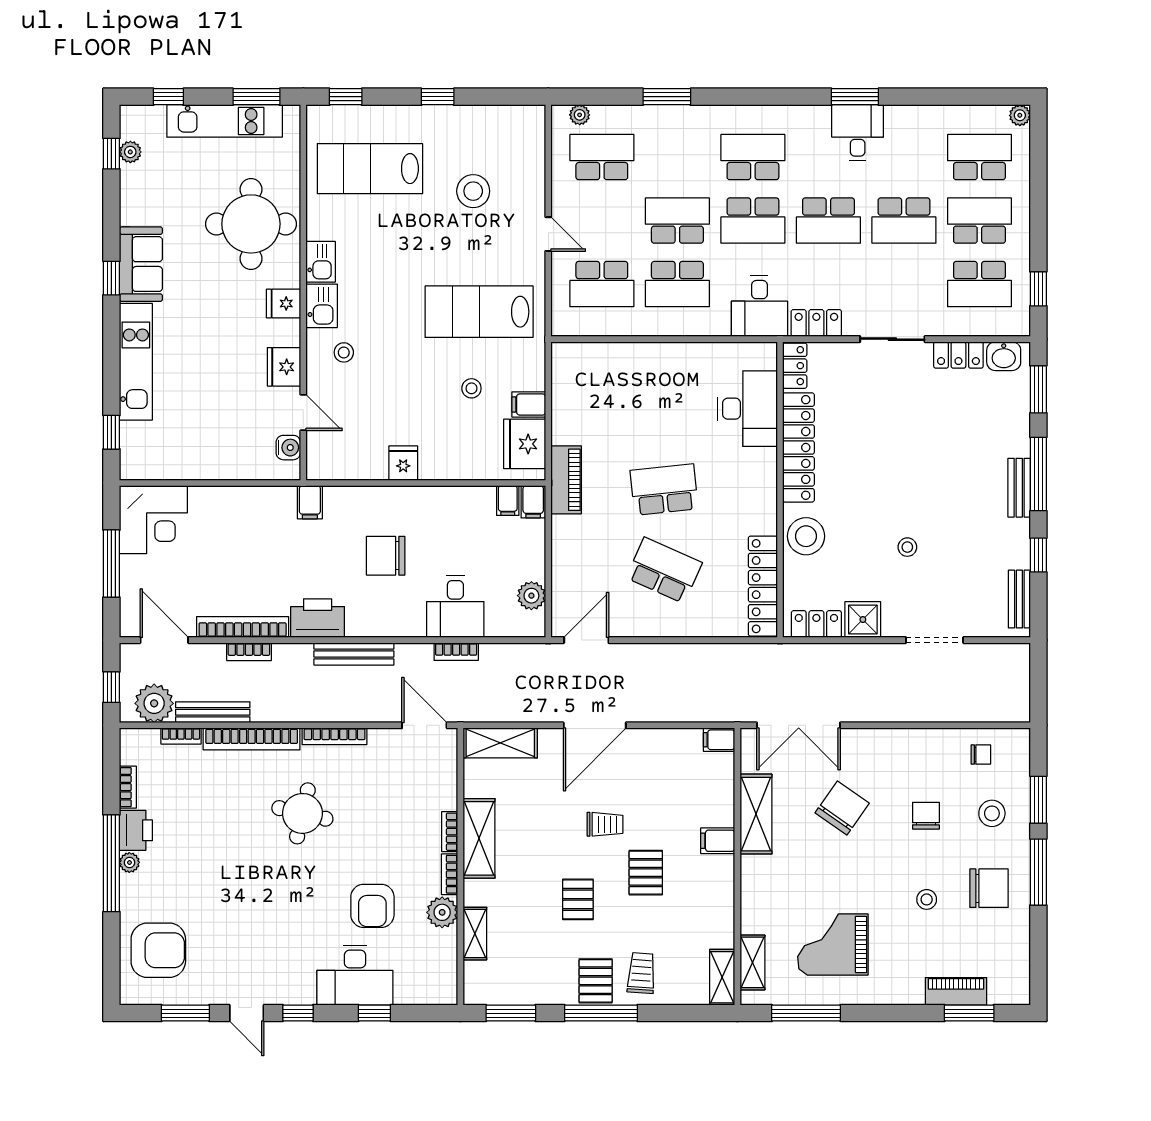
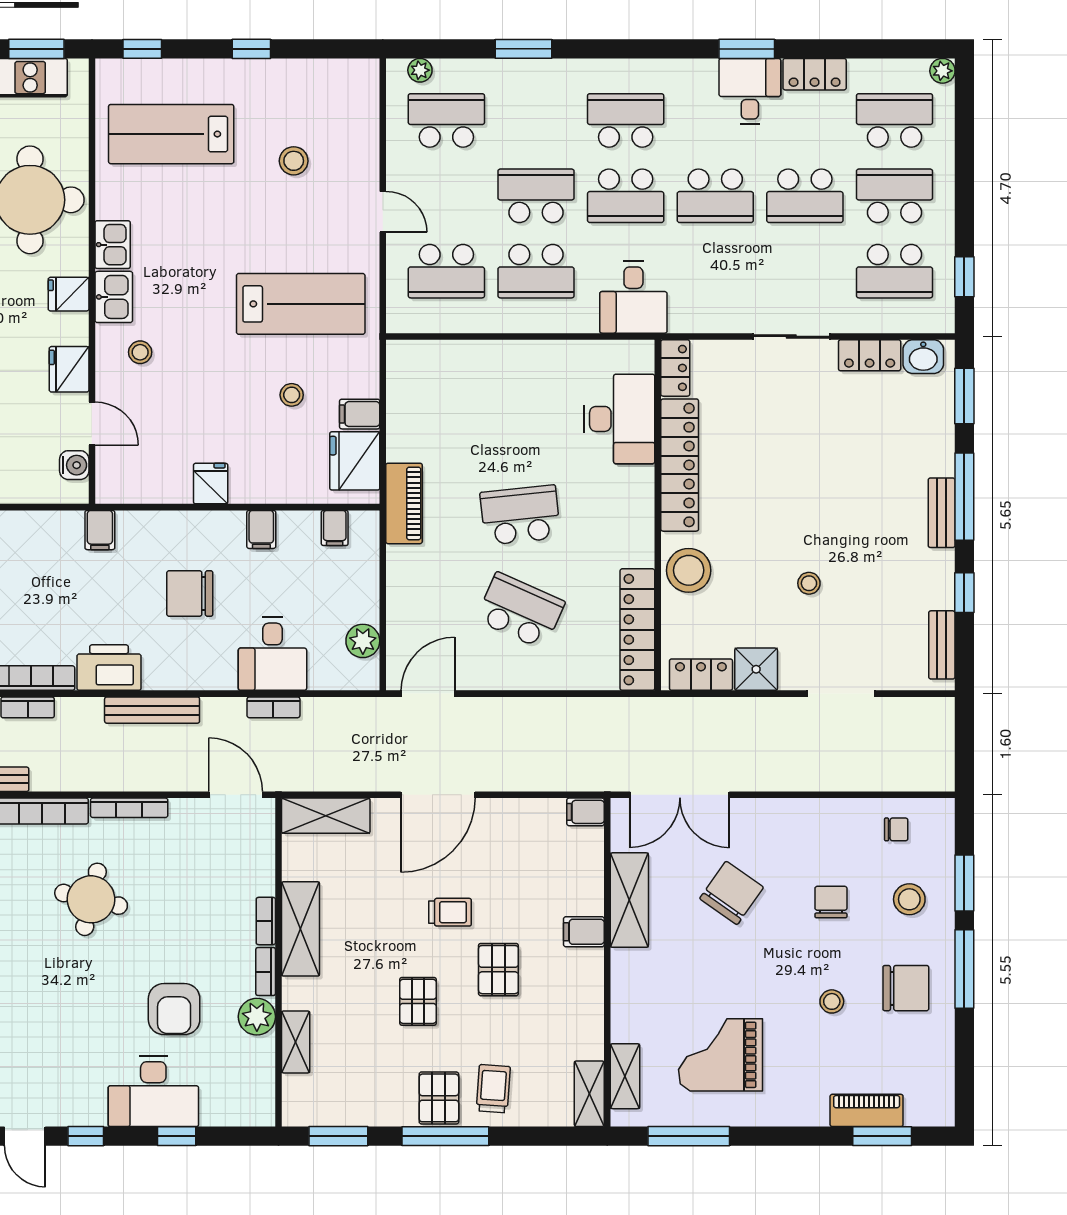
stool: (473, 191) -> (294, 161), width x0.73, depth x0.73
lab bench: (479, 312) -> (301, 304), turned 180
locker: (816, 323) -> (815, 74), moved, turned 180
filing cabinet: (533, 502) -> (261, 529), moved

